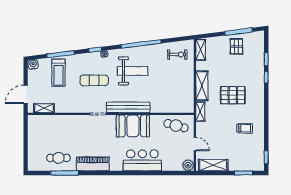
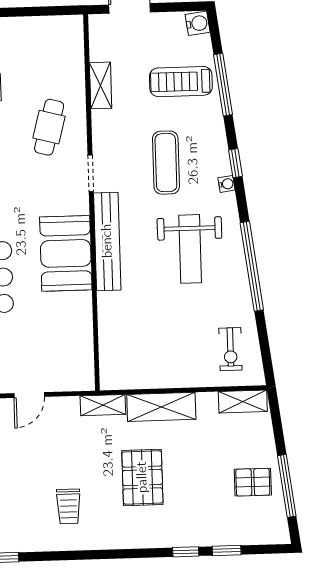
shelving: (44, 108) -> (101, 85), moved
cafe table: (176, 126) -> (49, 127), moved

